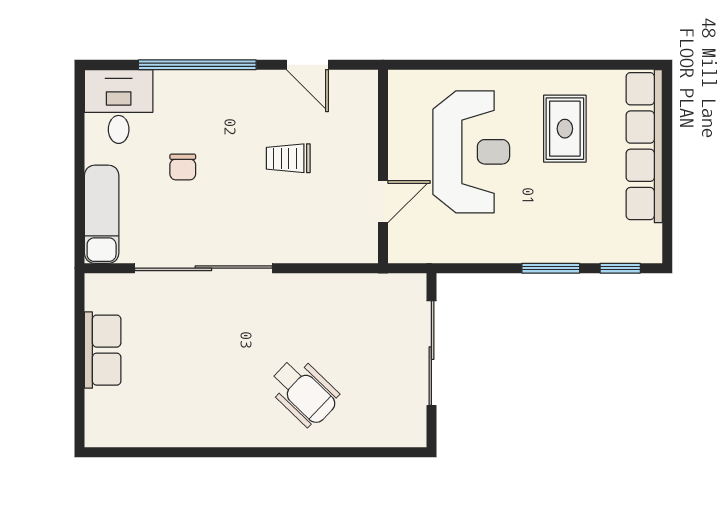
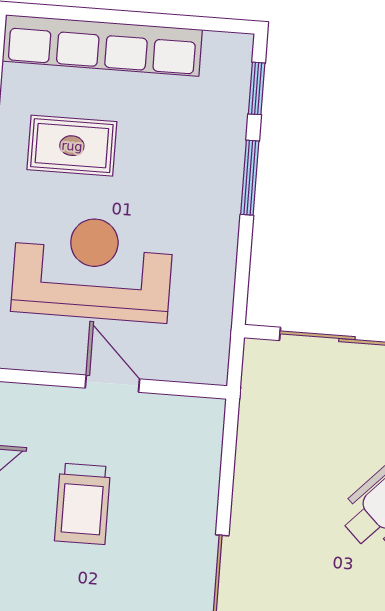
trolley: (288, 158) -> (83, 504), width x1.36, depth x1.39
door: (383, 202) -> (112, 384), moved

